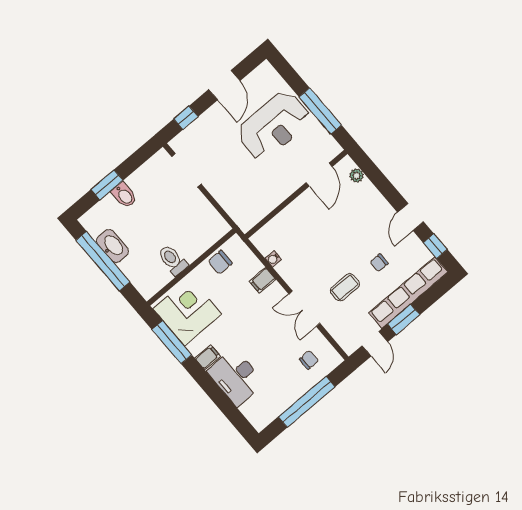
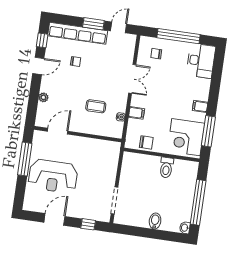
reception desk: (274, 126) -> (53, 176), turned 180
plant: (357, 176) -> (43, 97), moved
window: (107, 185) -> (157, 234), removed
washbasin: (112, 246) -> (185, 228), moved, width x0.52, depth x0.69
coffee table: (345, 287) -> (96, 106), moved
desk: (236, 377) -> (201, 61), moved

